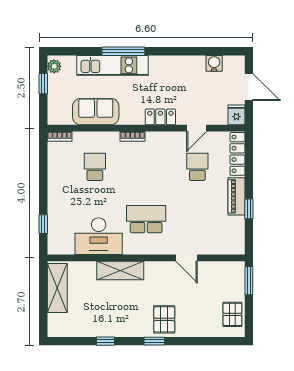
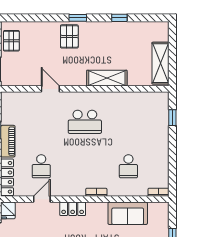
desk: (99, 236) -> (125, 107), removed

